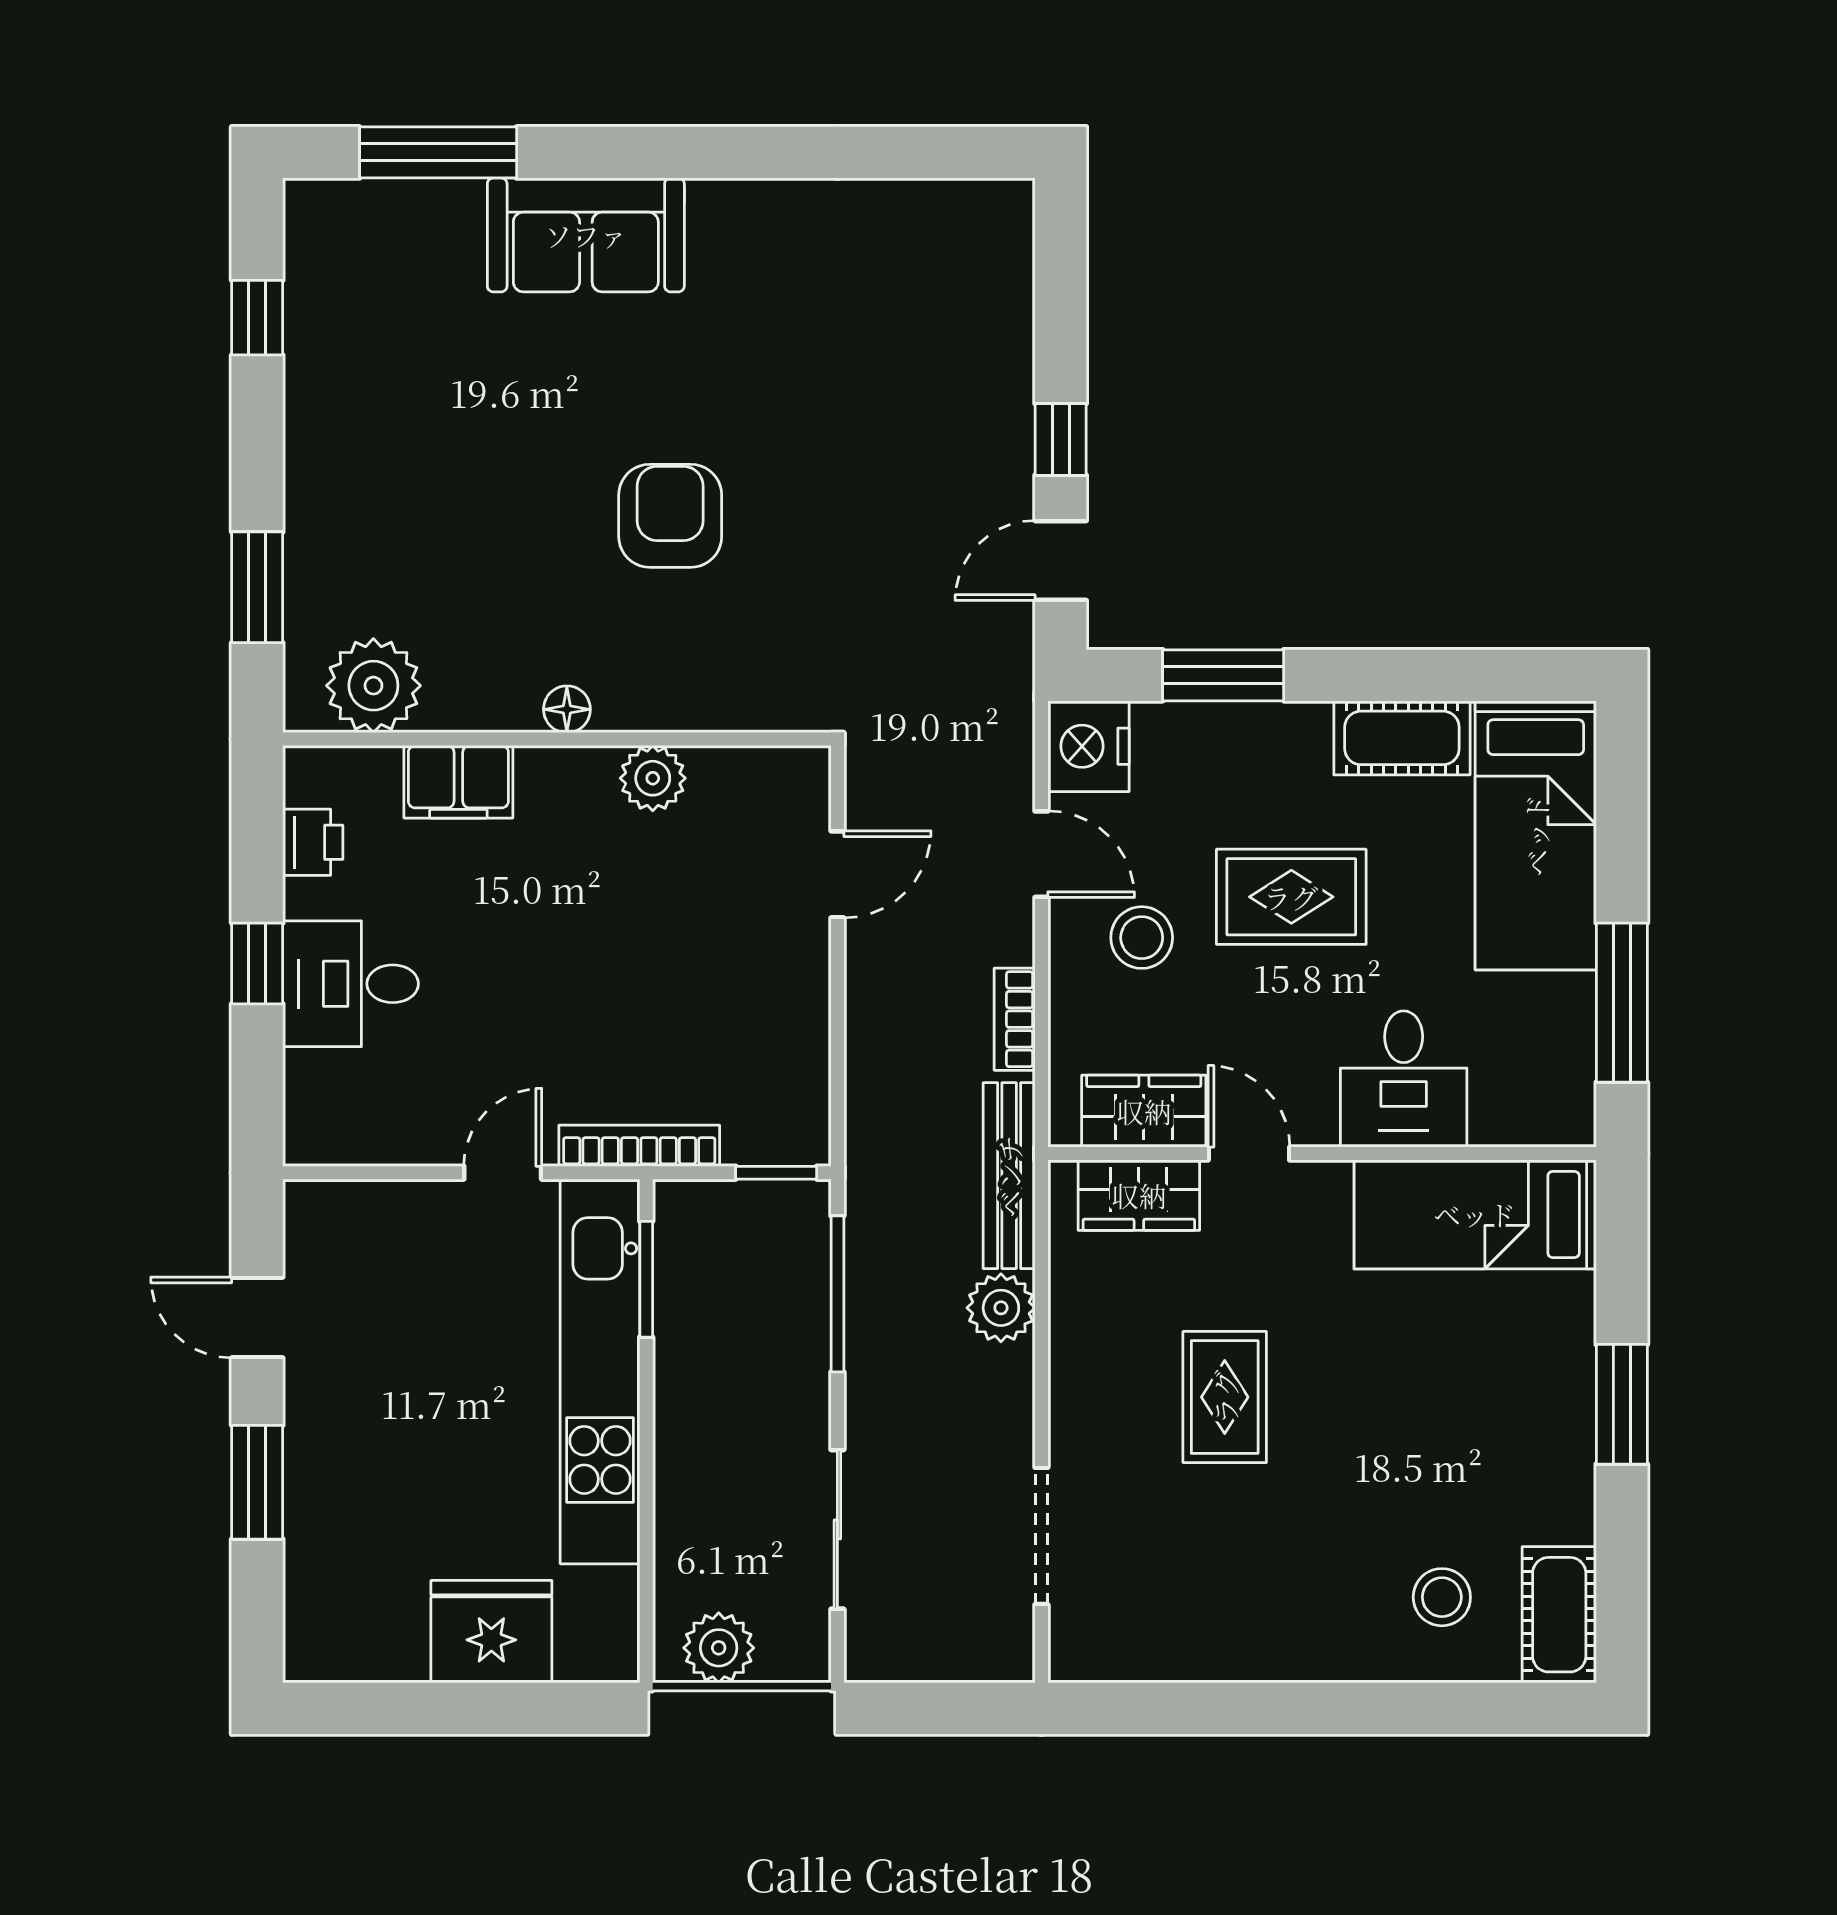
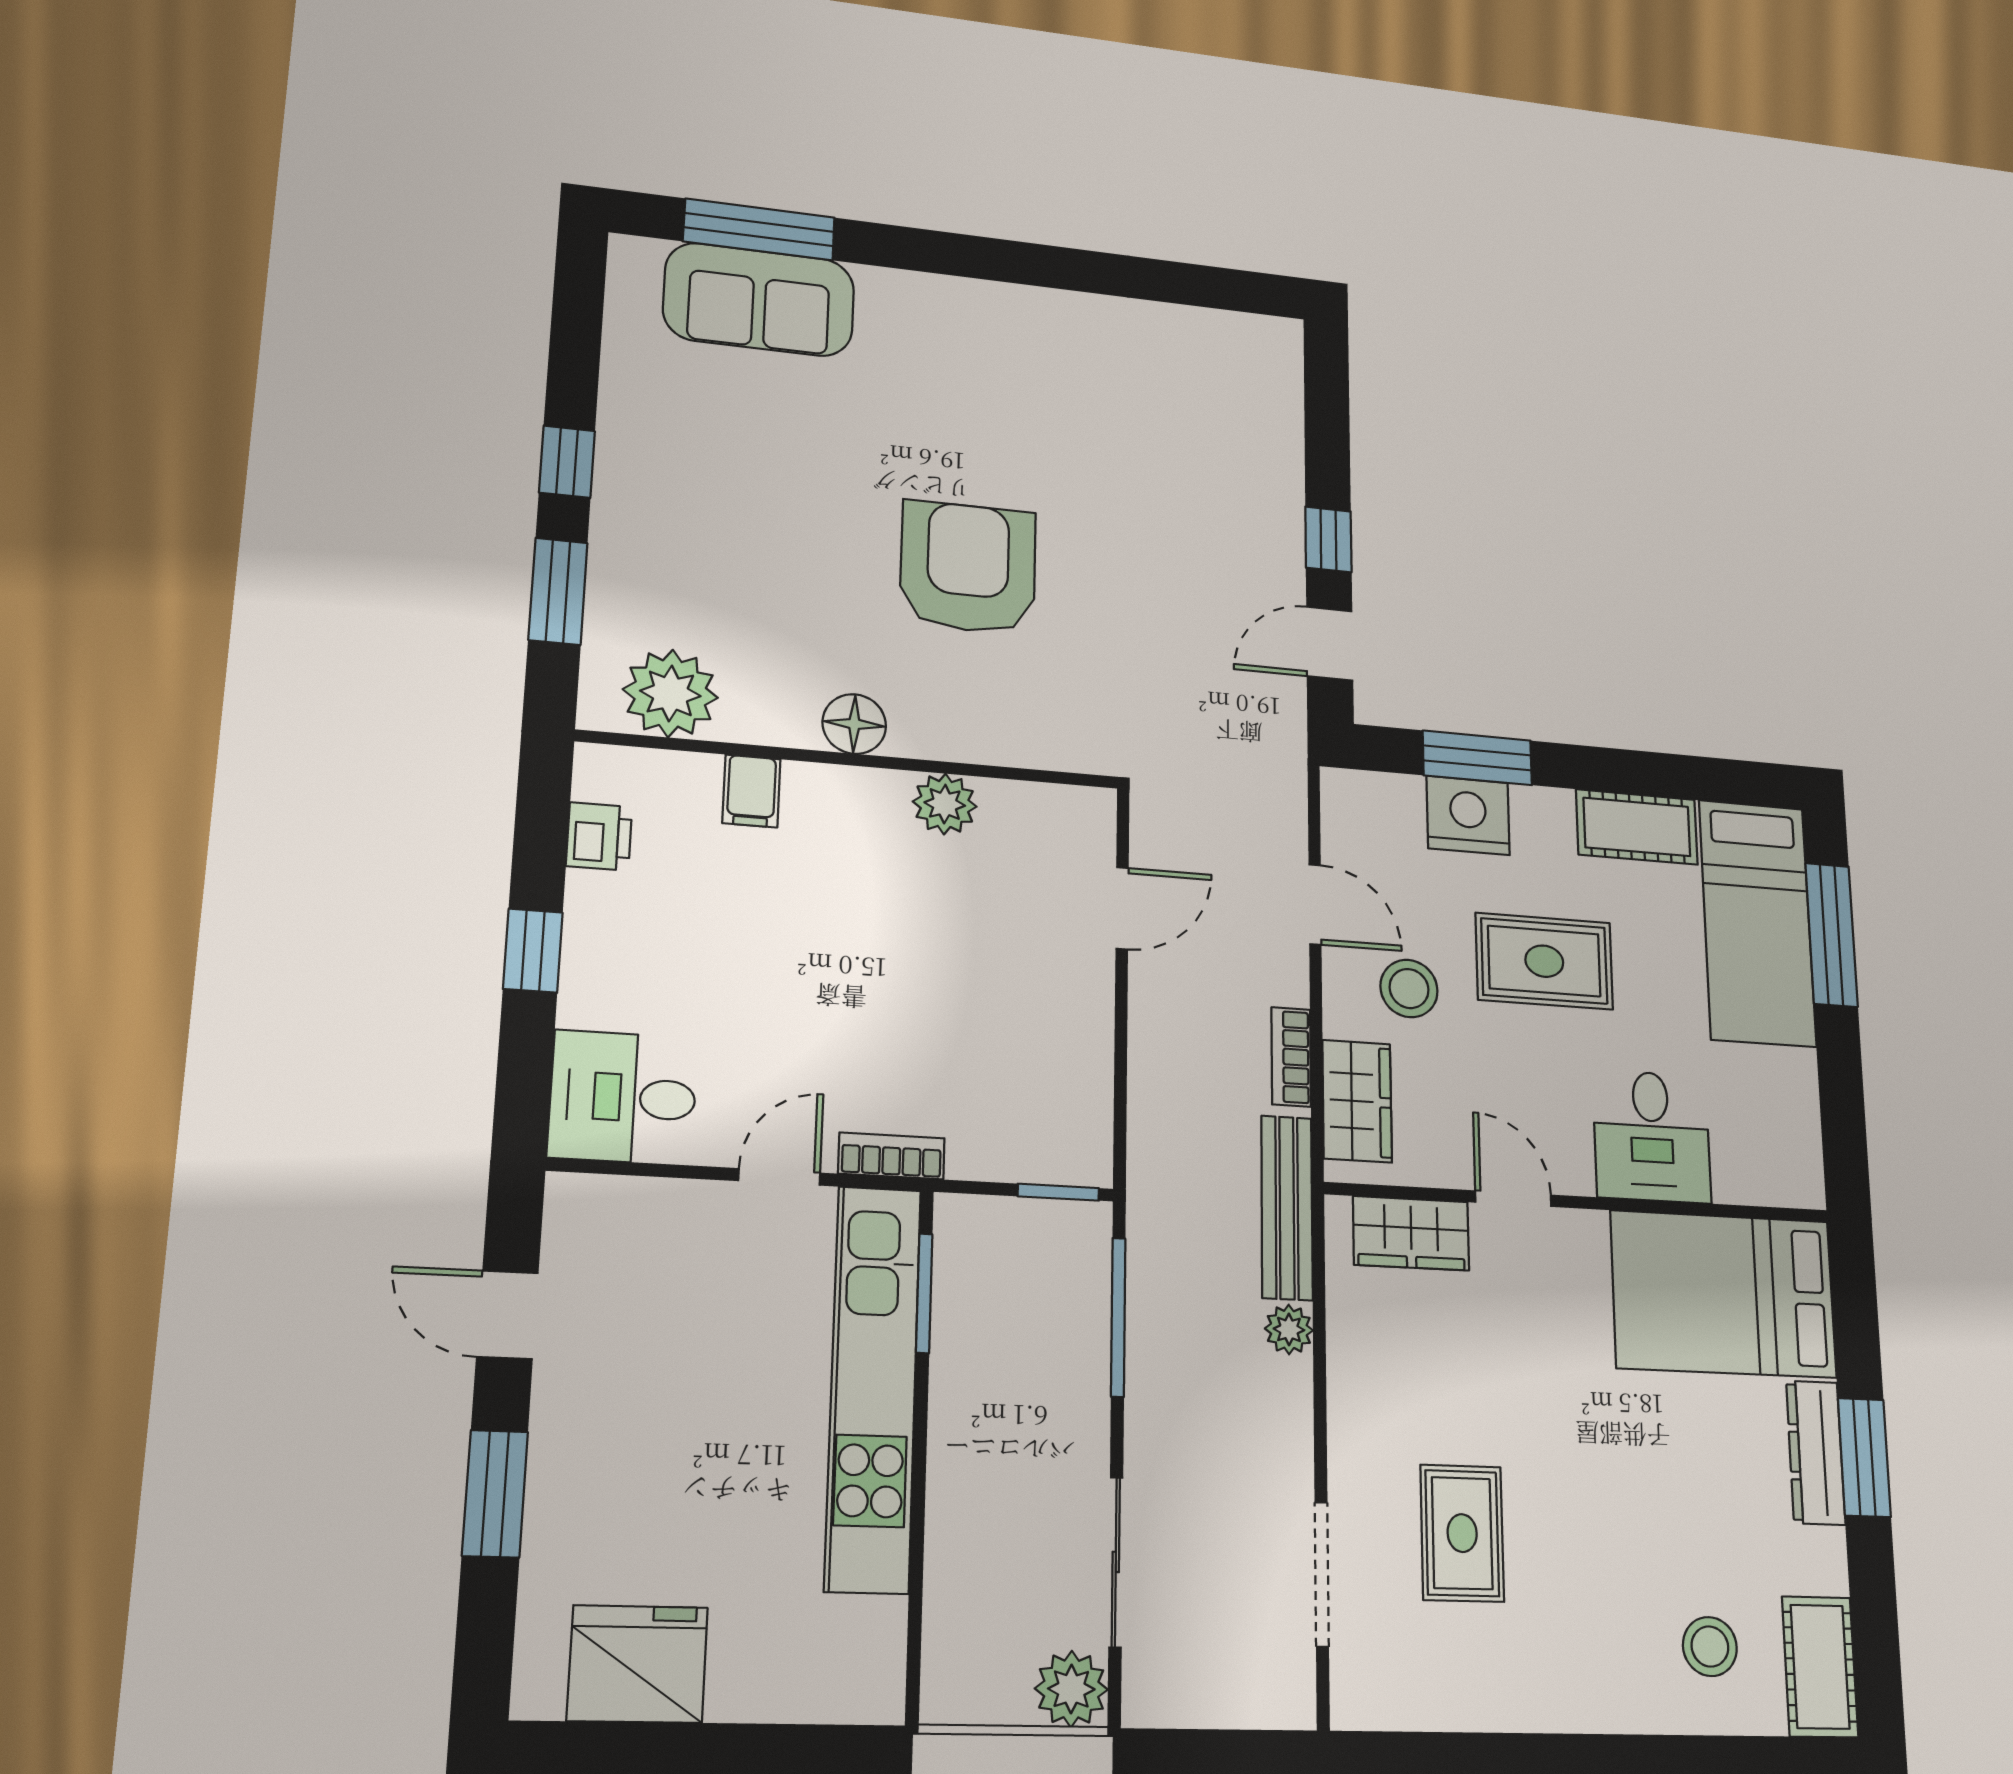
sofa: (586, 235) -> (759, 300), moved
window: (257, 318) -> (567, 462), moved
armchair: (670, 516) -> (968, 568), width x1.36, depth x1.36
floor lamp: (567, 709) -> (854, 724), width x1.37, depth x1.37
nightstand: (1089, 746) -> (1468, 815), moved, turned 90
filing cabinet: (458, 782) -> (751, 791), width x0.50
desk: (351, 984) -> (623, 1097), moved
window: (1622, 1003) -> (1832, 935), moved
wardrobe: (1144, 1111) -> (1357, 1101), moved, turned 90
bookcase: (639, 1146) -> (891, 1156), width x0.64
bed: (1475, 1214) -> (1723, 1294), width x1.50
plant: (1001, 1308) -> (1289, 1329), width x0.73, depth x0.73
rug: (1225, 1397) -> (1462, 1533), moved
dresser: (1568, 1401) -> (1816, 1452), added
fridge: (491, 1632) -> (638, 1664), moved
plant: (719, 1648) -> (1071, 1689), moved

